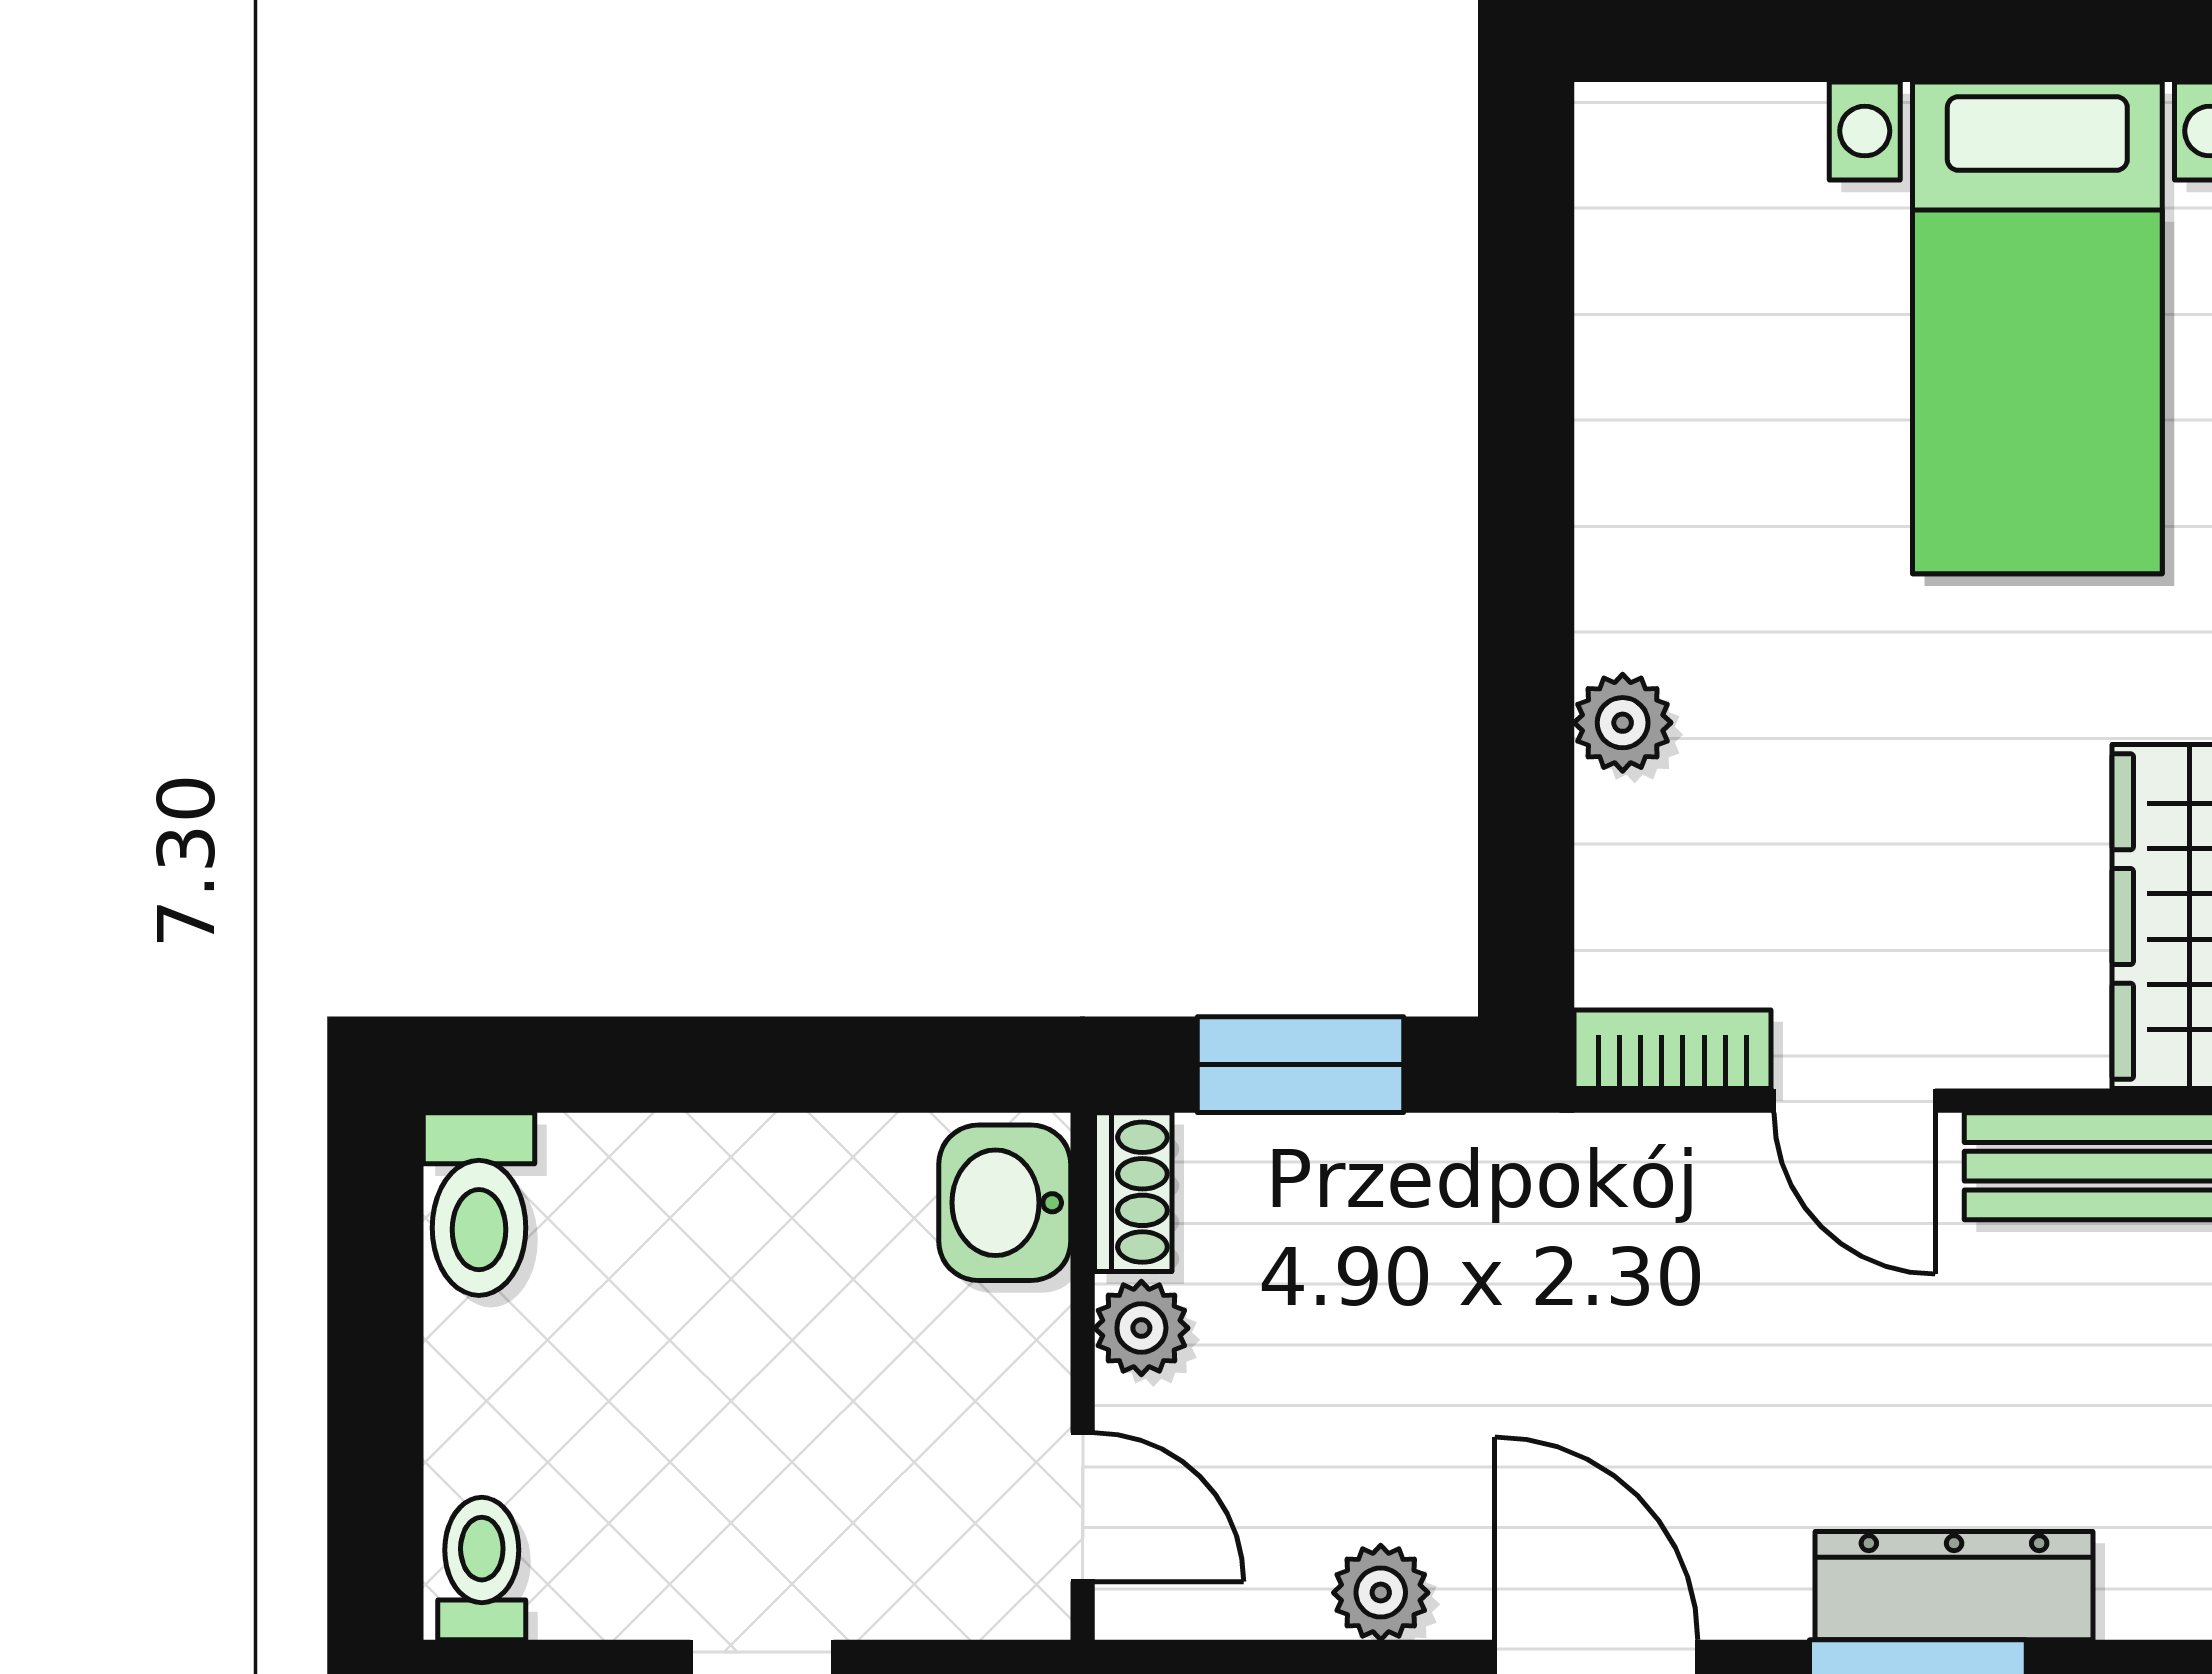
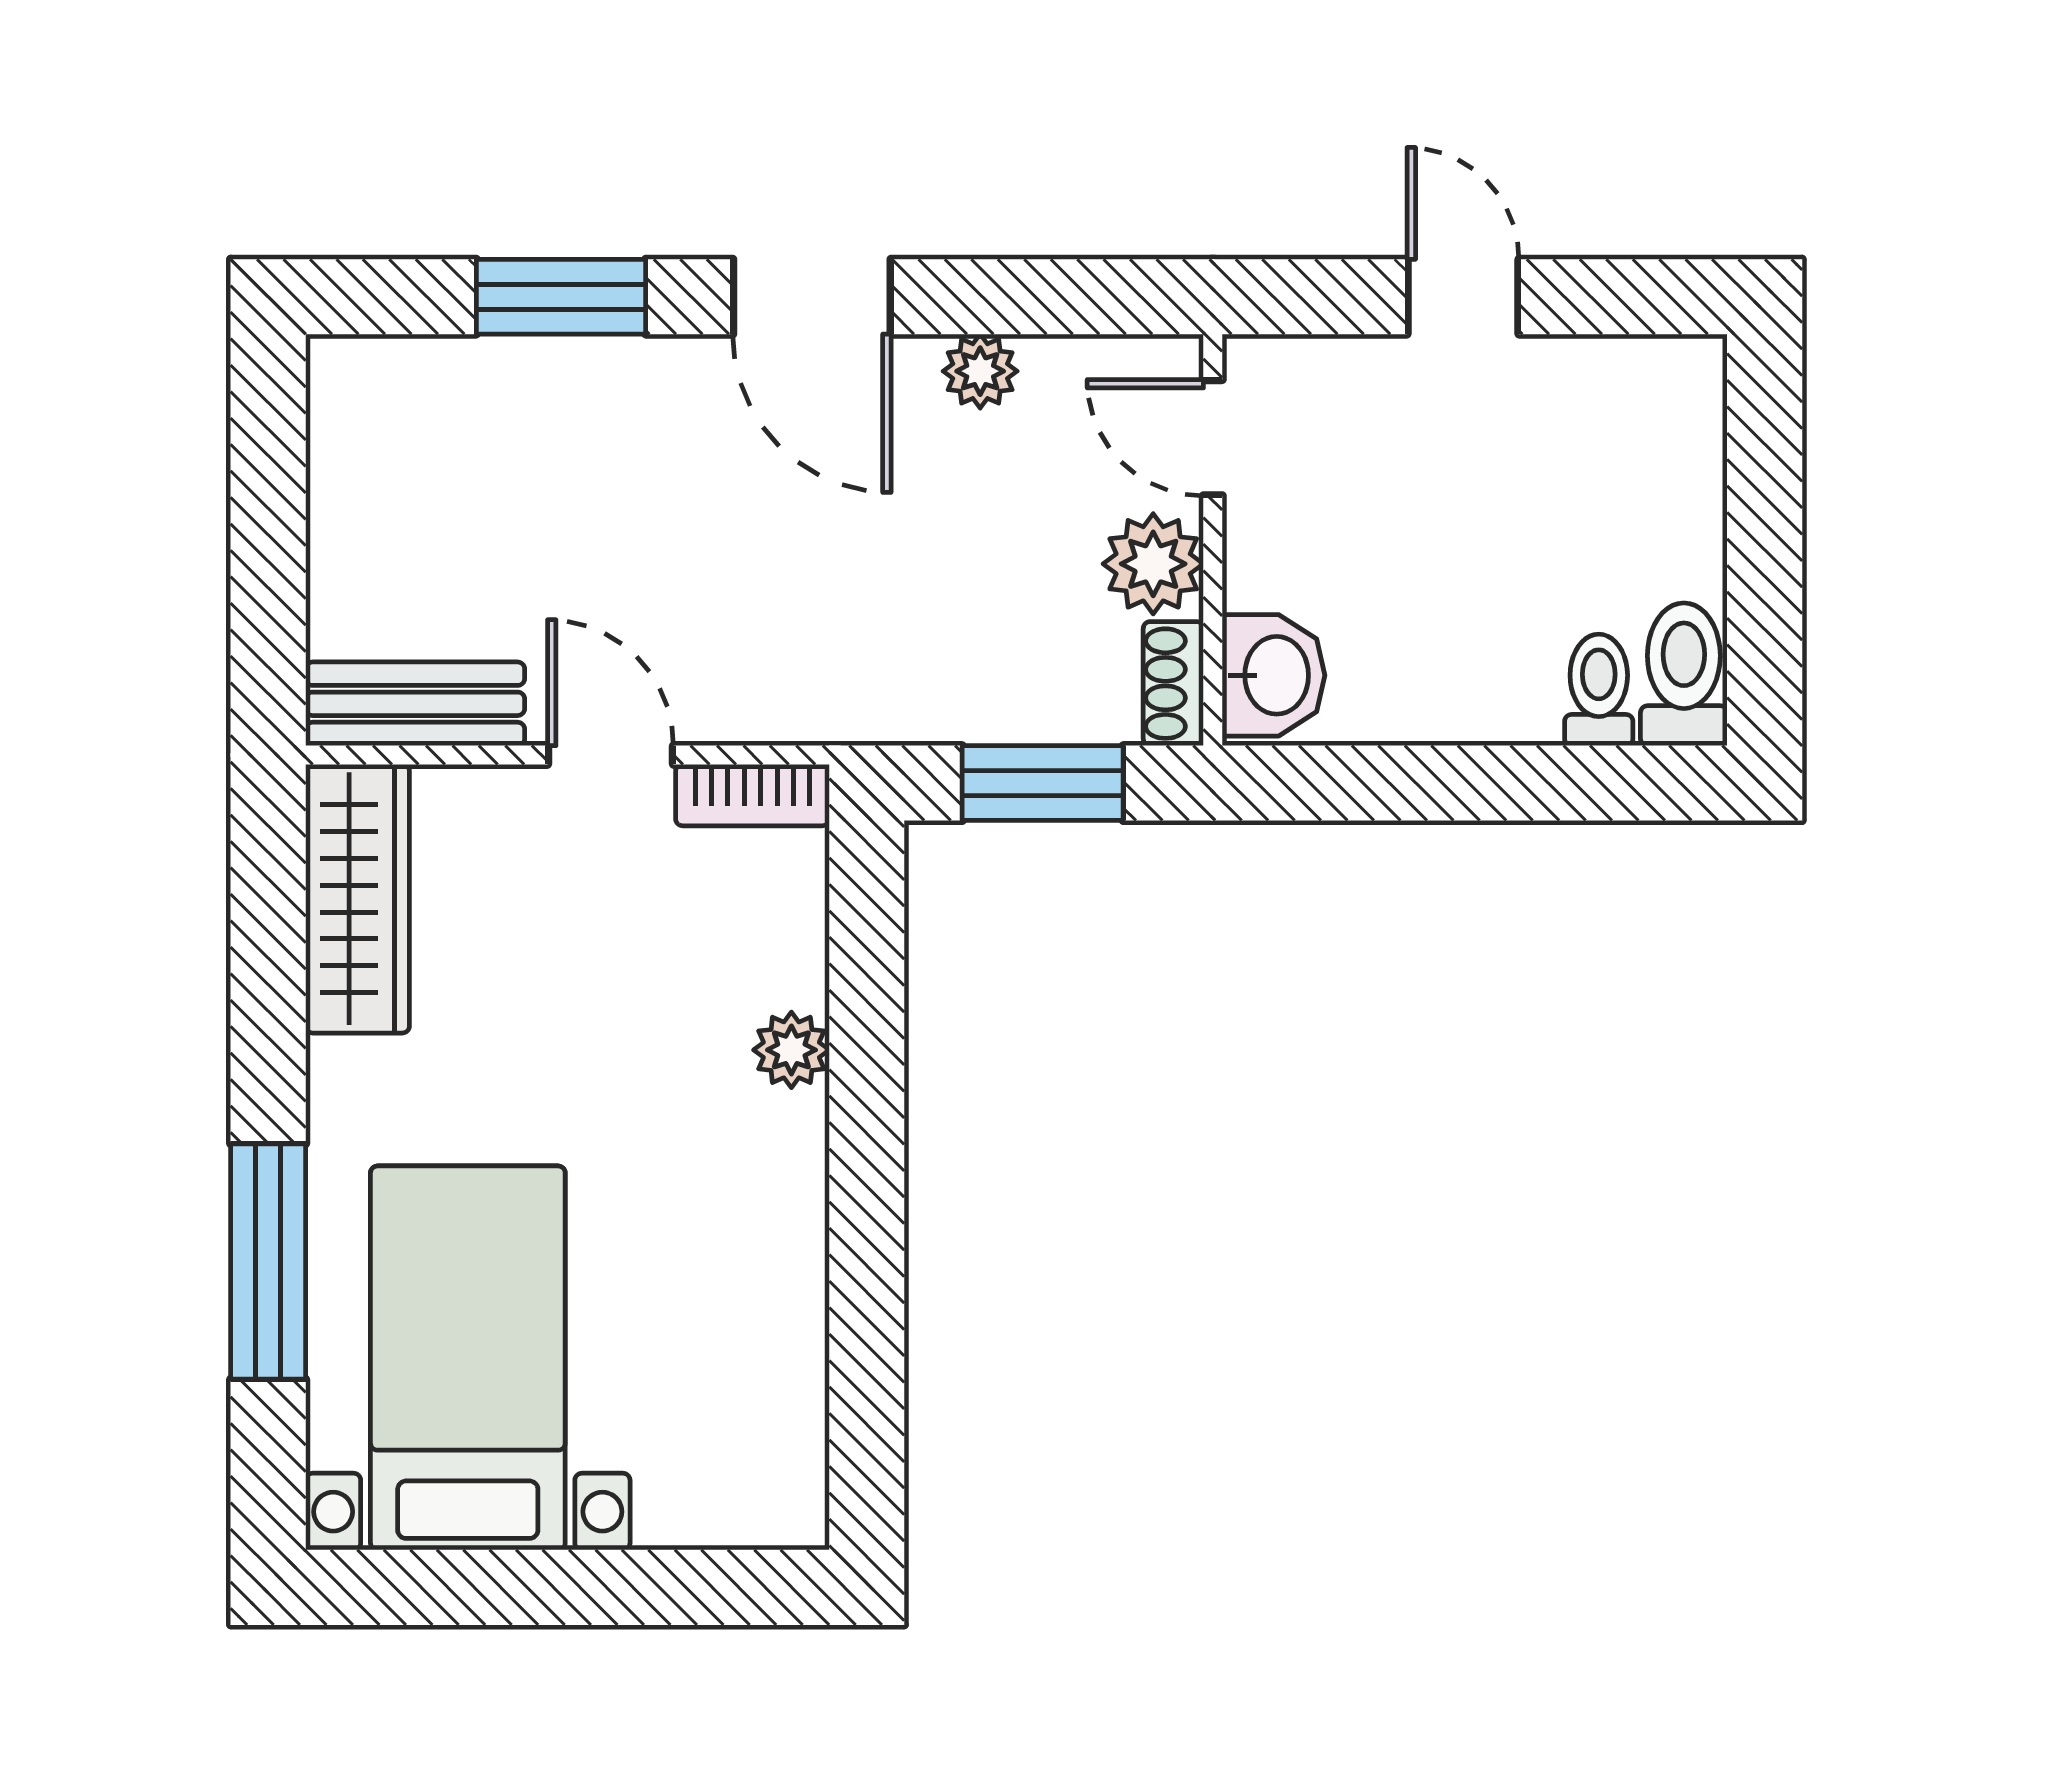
plant: (1141, 1328) -> (1153, 564), width x1.38, depth x1.38
toilet: (482, 1569) -> (1599, 690), moved, turned 180
dresser: (1954, 1586) -> (533, 377), removed

